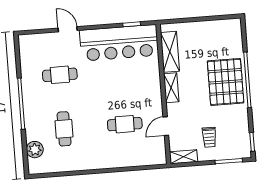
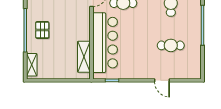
bar counter: (119, 43) -> (105, 43), moved, turned 90
pallet: (226, 82) -> (42, 30), width x0.49, depth x0.50
shelving: (171, 88) -> (32, 65), moved

